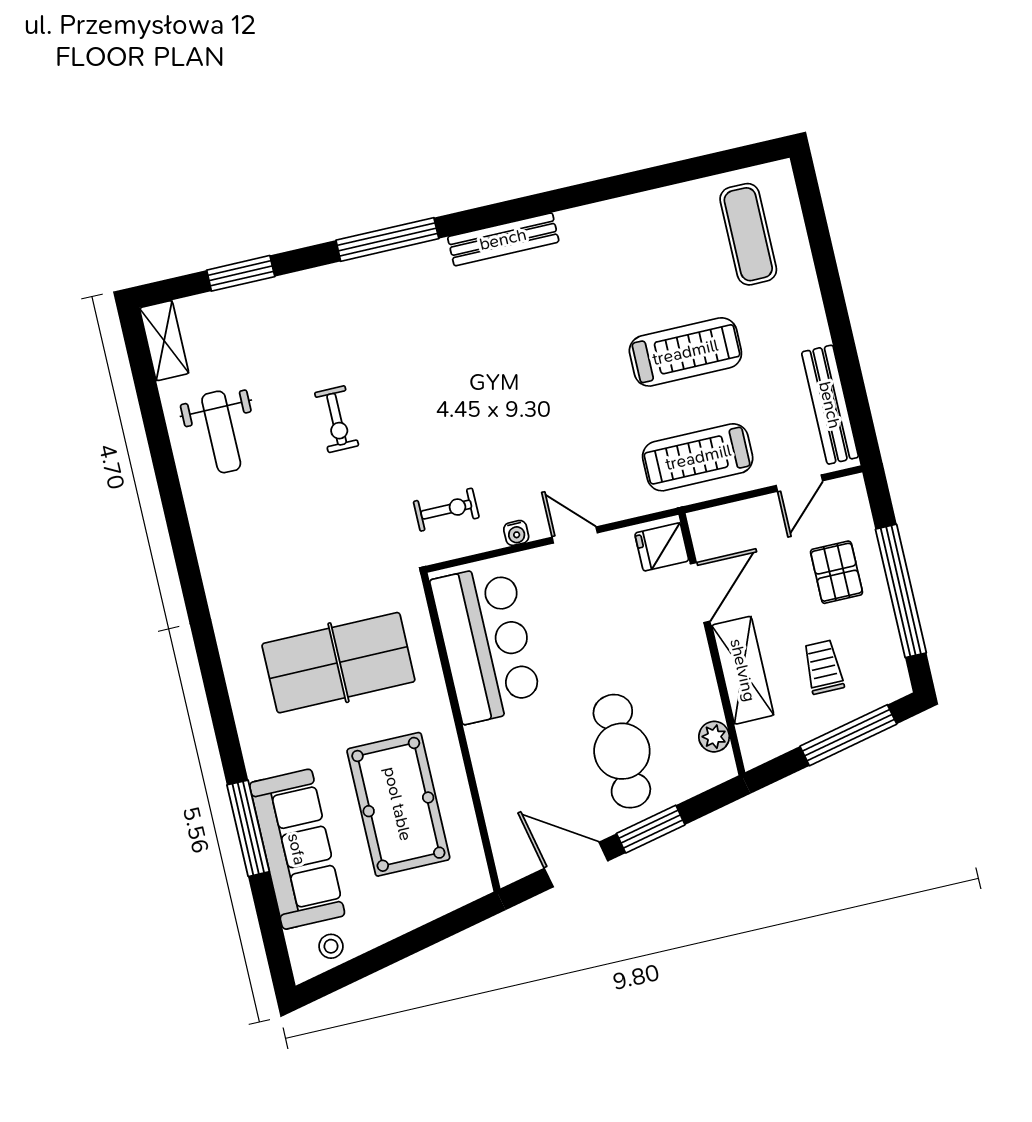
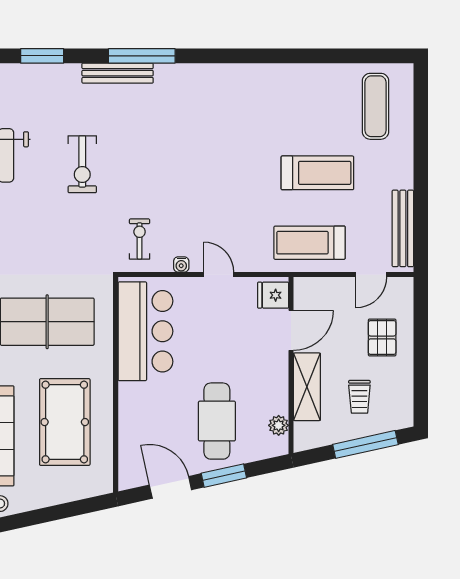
bench: (503, 239) -> (118, 73), moved
exercise bike: (337, 419) -> (82, 164), width x1.38, depth x1.39
exercise bike: (446, 510) -> (140, 239), turned -90
window: (901, 591) -> (421, 359), removed
trolley: (823, 667) -> (359, 397), turned 180

